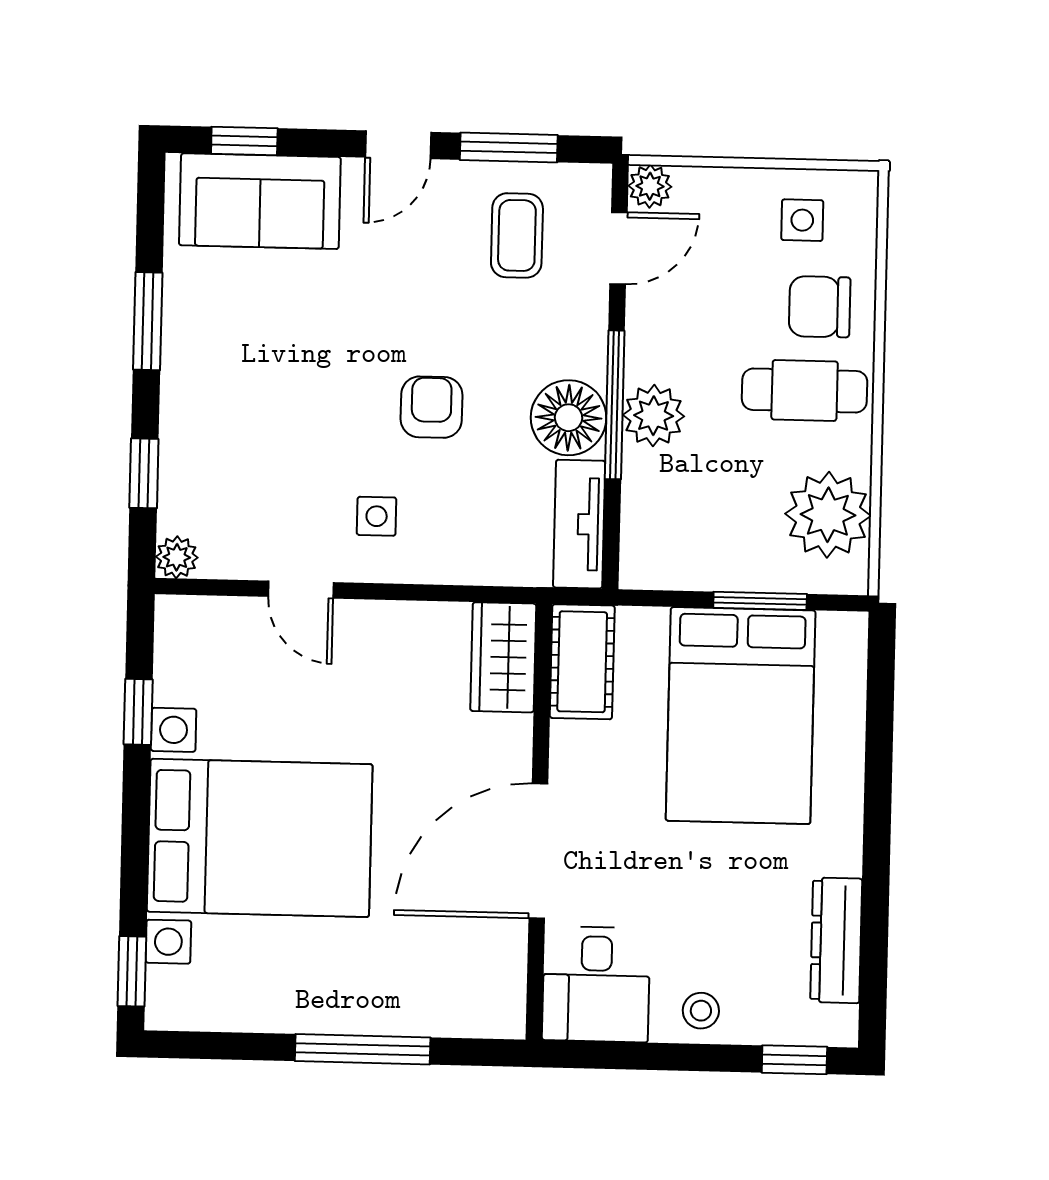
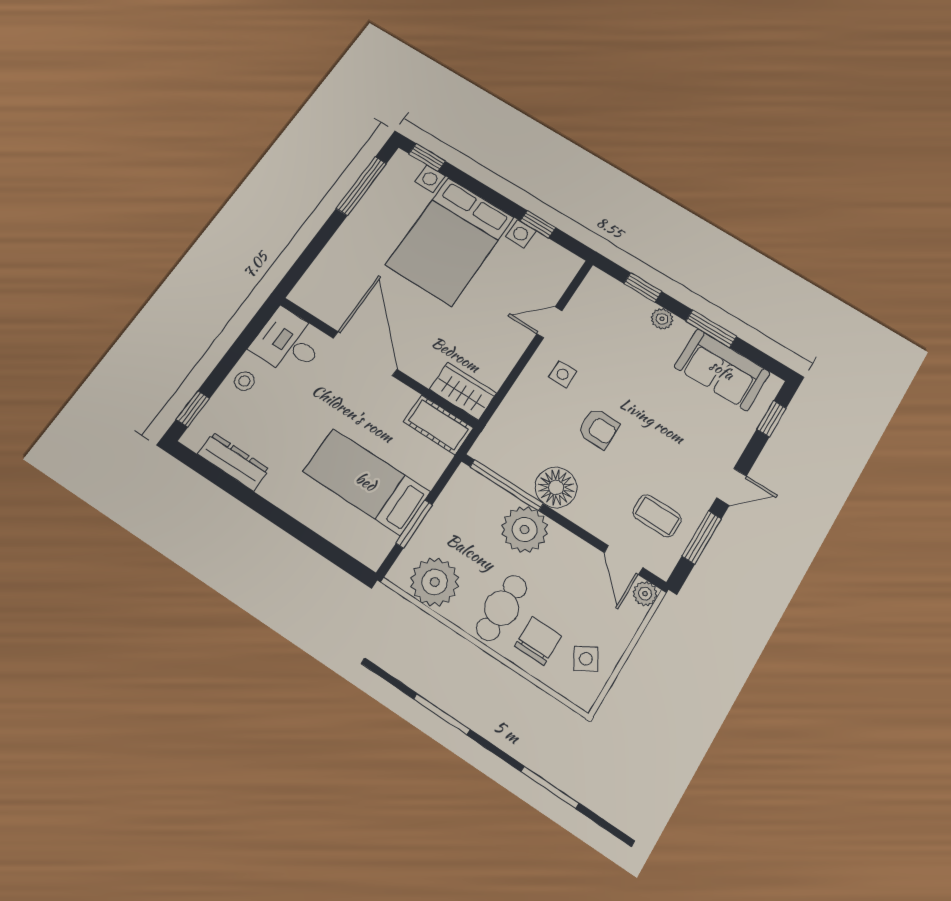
door: (398, 145) -> (731, 487), swing flipped
sofa: (260, 201) -> (722, 370), moved, turned -90
side table: (802, 220) -> (586, 659), turned -31
window: (615, 405) -> (506, 485), moved
plant: (654, 416) -> (525, 530), width x1.36, depth x1.36
tv unit: (579, 524) -> (503, 462), removed
plant: (177, 557) -> (662, 319), moved
bed: (741, 716) -> (366, 482), width x0.67
window: (363, 1049) -> (361, 186), moved

